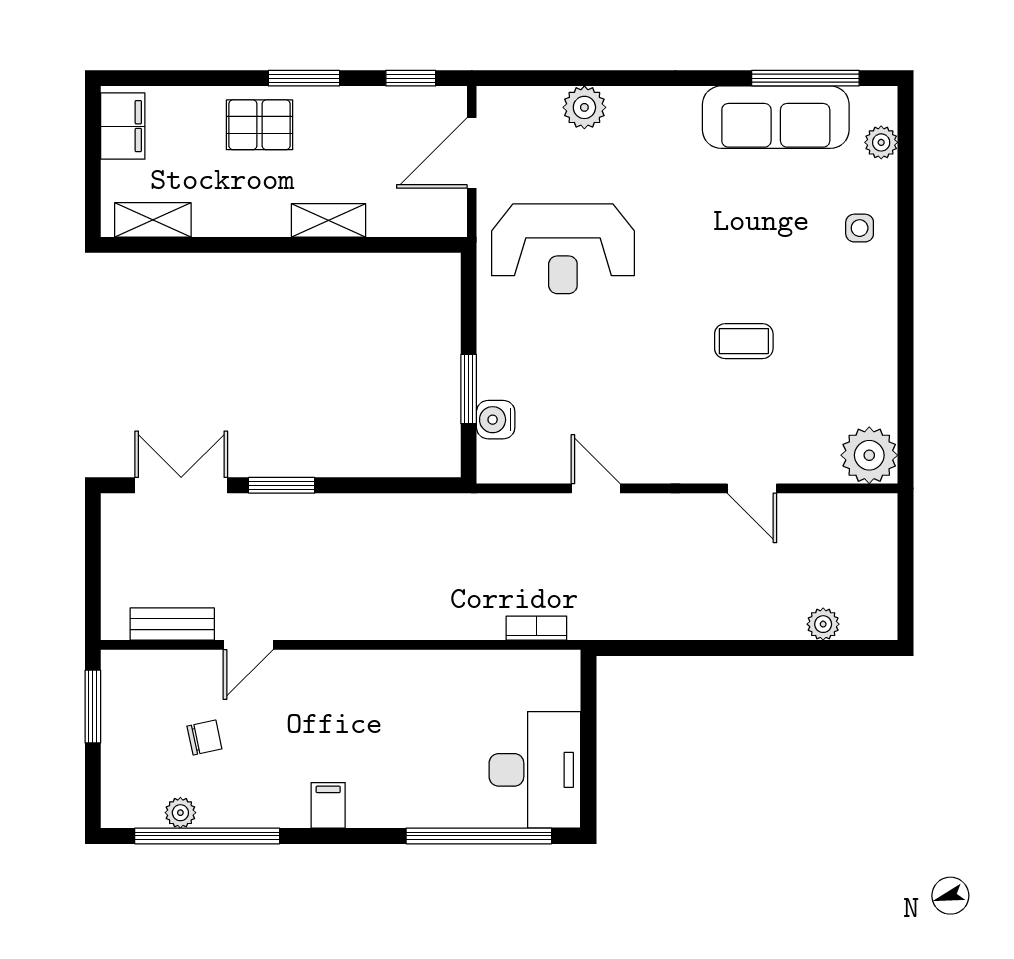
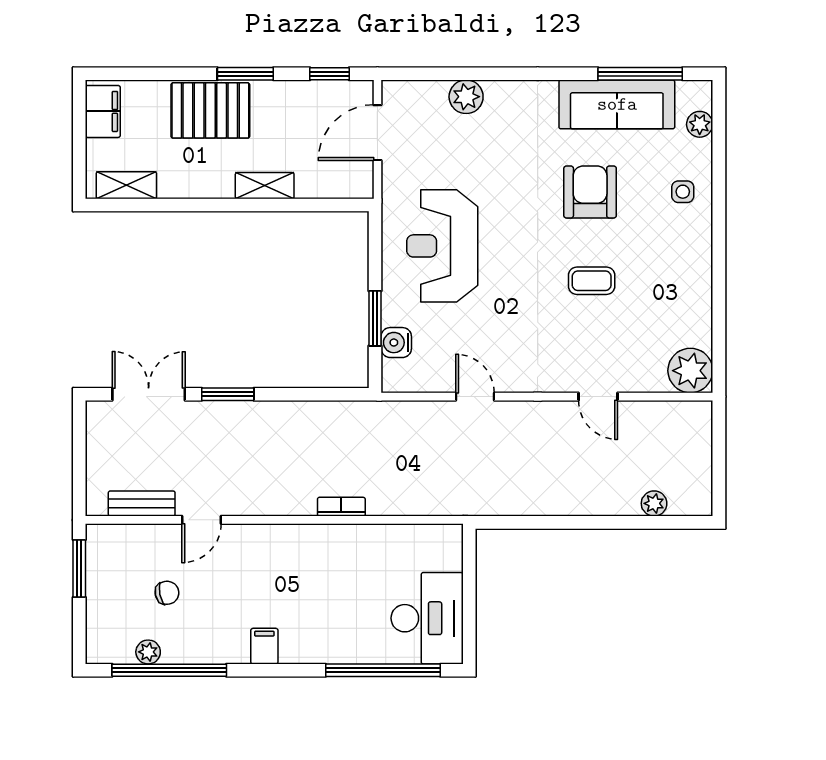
pallet: (260, 125) -> (210, 110), width x1.50, depth x1.42
armchair: (742, 228) -> (590, 192), added
reception desk: (563, 249) -> (442, 246), moved, turned 90
bookcase: (536, 628) -> (341, 507), moved

